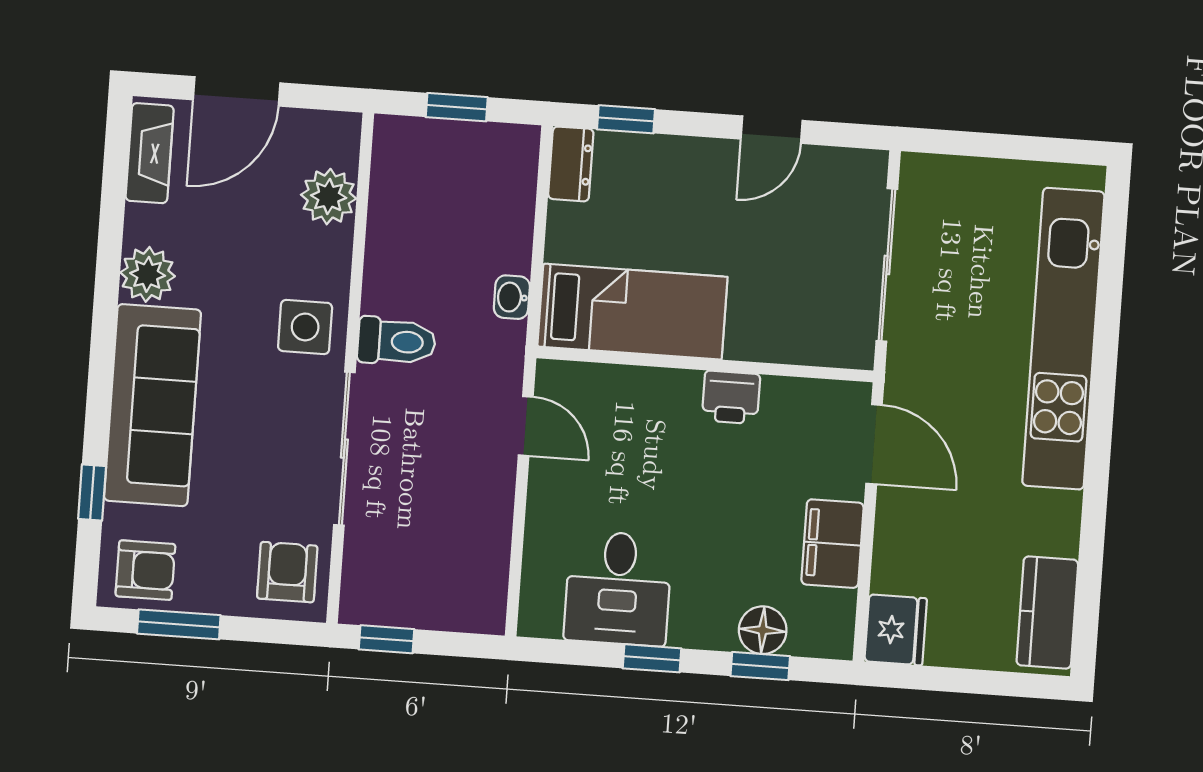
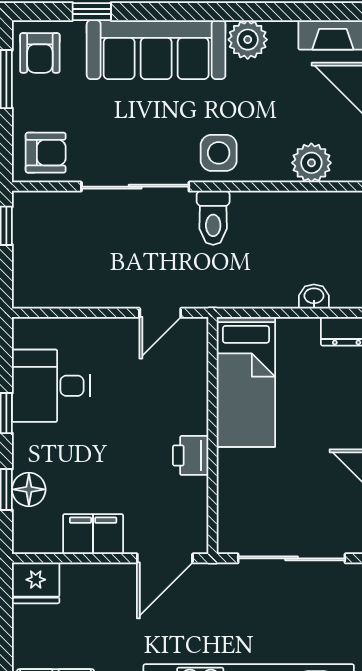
washbasin: (512, 297) -> (314, 297), moved

